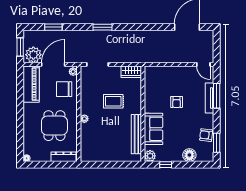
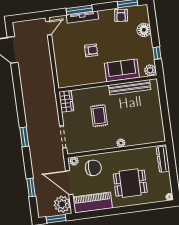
chair: (64, 89) -> (93, 168), turned -92
dining table: (54, 126) -> (130, 183), moved

